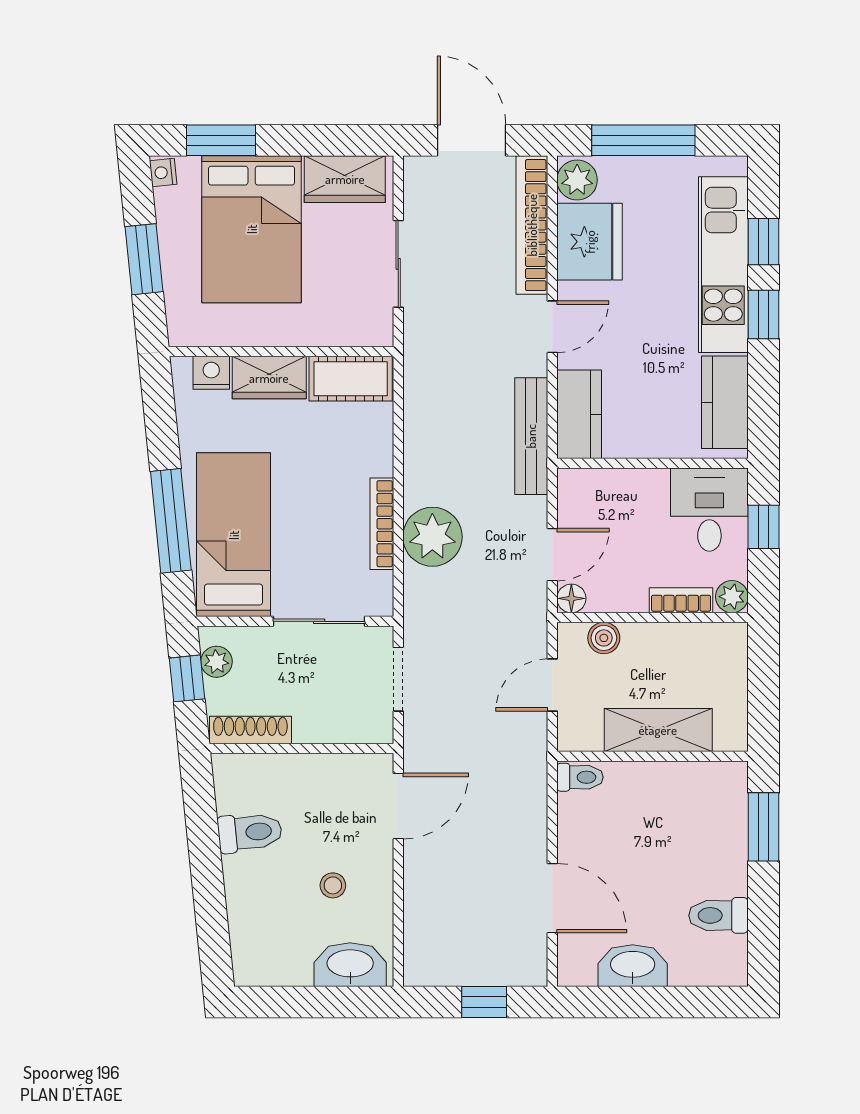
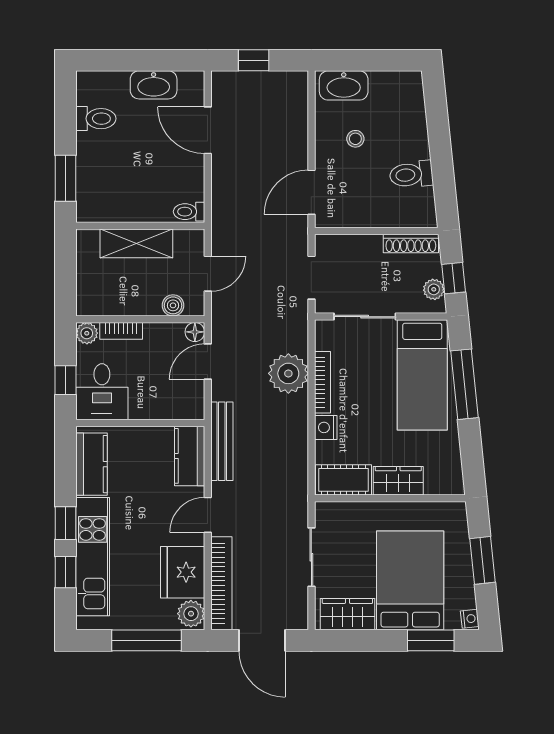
nightstand: (211, 373) -> (326, 427), moved, turned 90

